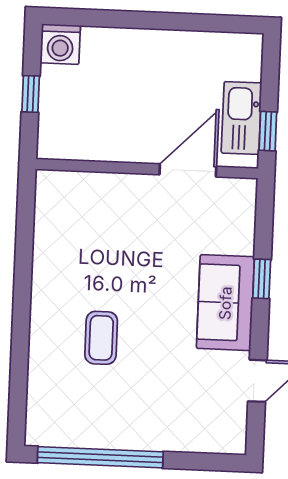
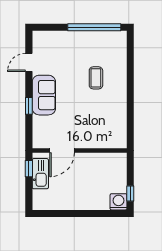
window: (31, 94) -> (130, 194), moved

